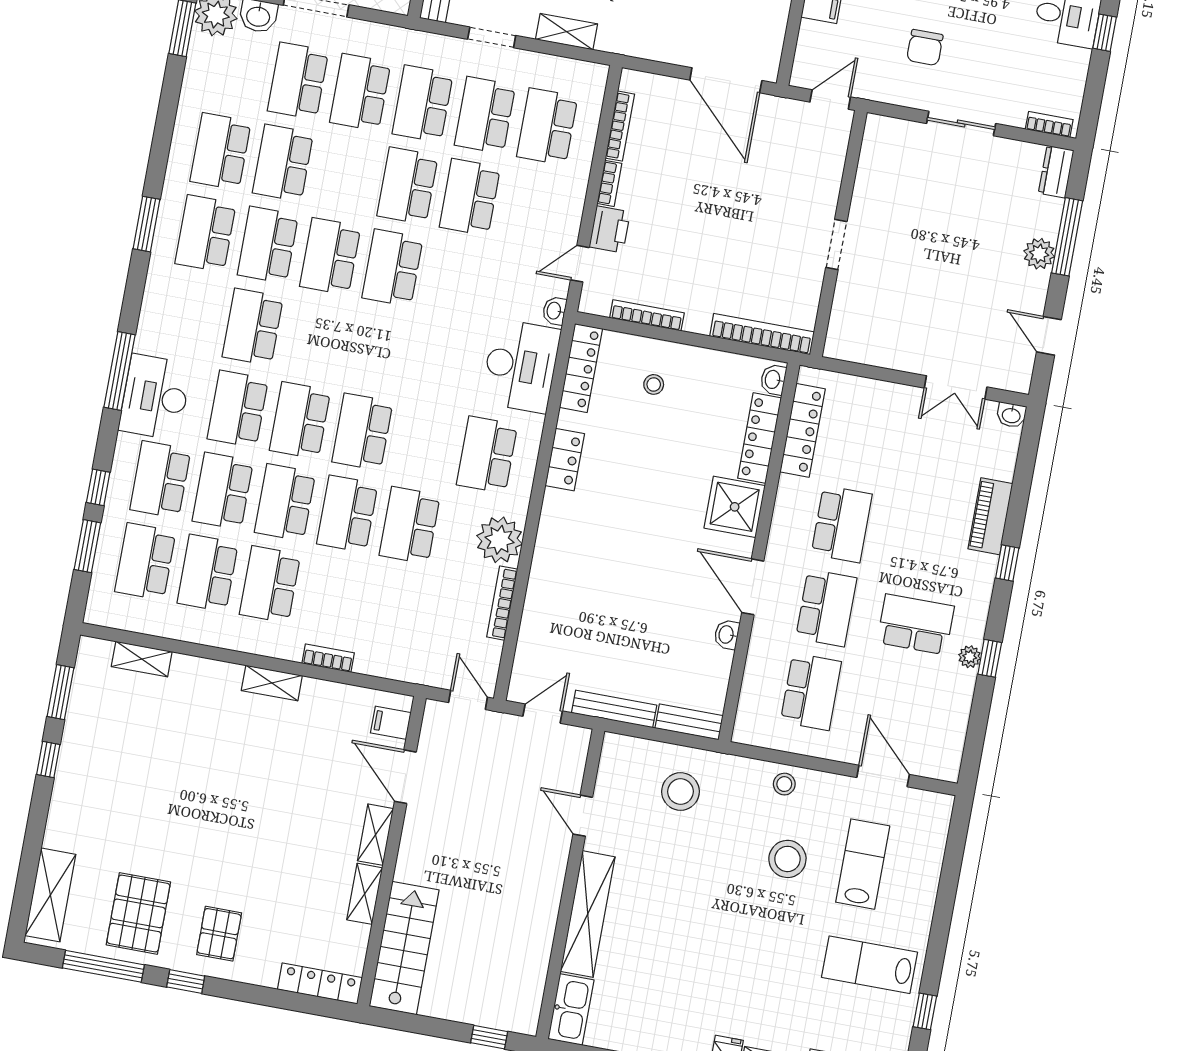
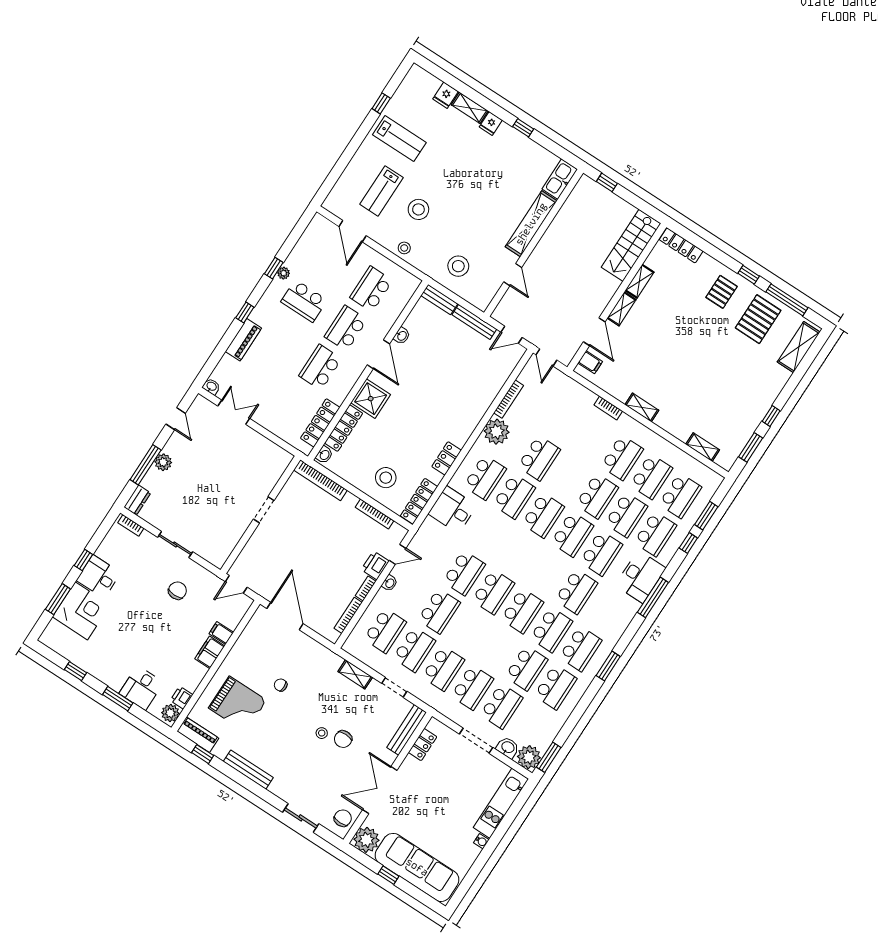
school desk: (408, 186) -> (464, 573), moved
washbasin: (554, 311) -> (390, 583), moved
desk: (521, 366) -> (453, 510), width x0.73
stool: (654, 384) -> (386, 478), width x1.89, depth x1.89
school desk: (347, 514) -> (514, 496), moved

